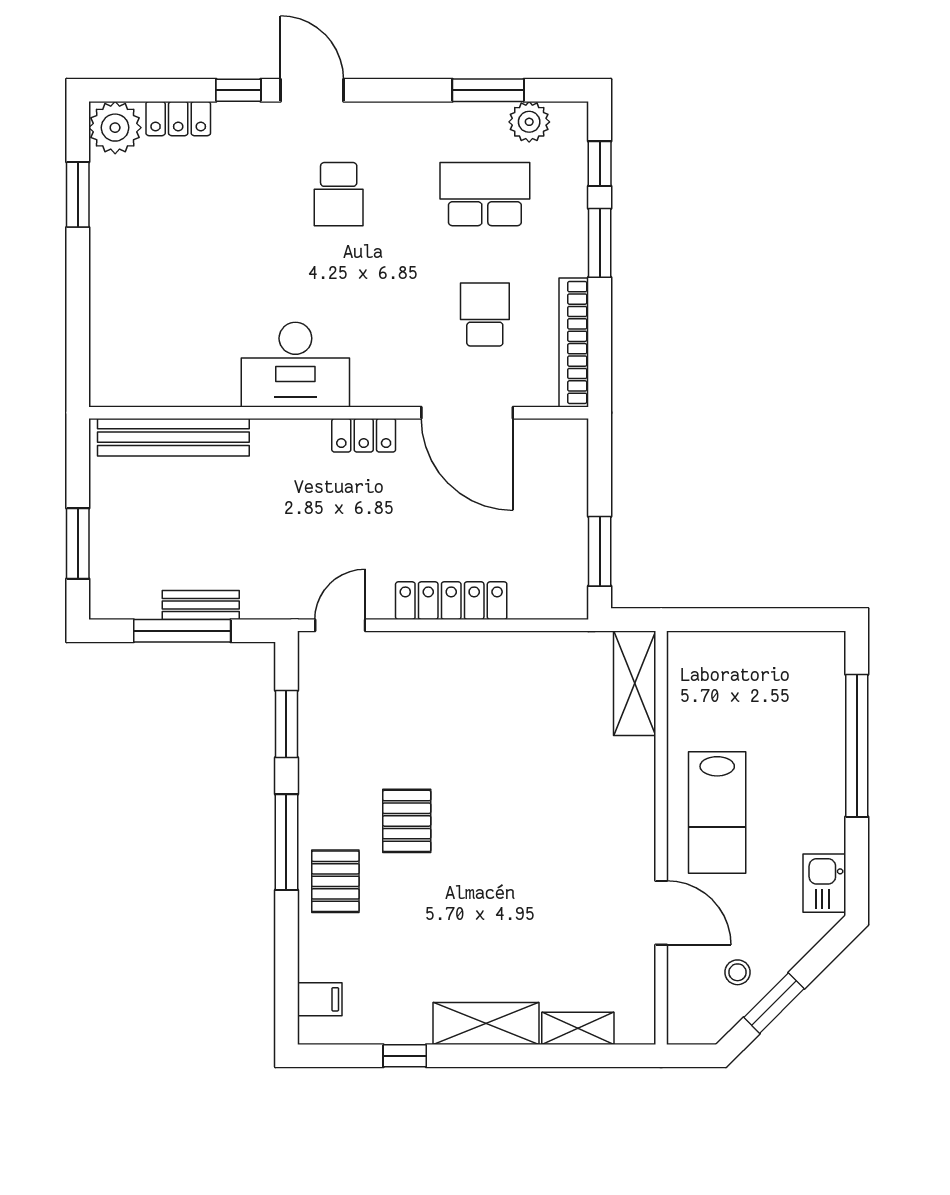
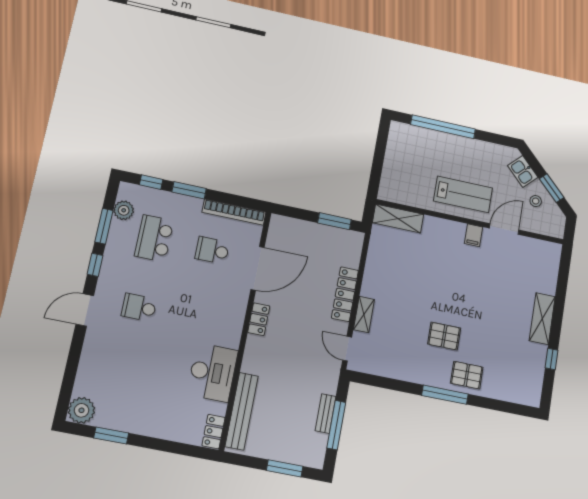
window: (238, 90) -> (95, 265), moved
locker: (178, 119) -> (213, 432), moved, turned 180
school desk: (339, 194) -> (139, 307), turned 180
desk: (295, 365) -> (212, 373), moved
window: (286, 724) -> (389, 384), removed
kitchen sink: (824, 883) -> (523, 171), moved, turned 45
filing cabinet: (320, 999) -> (473, 235), moved, turned 180
shelving: (578, 1028) -> (364, 315), moved

